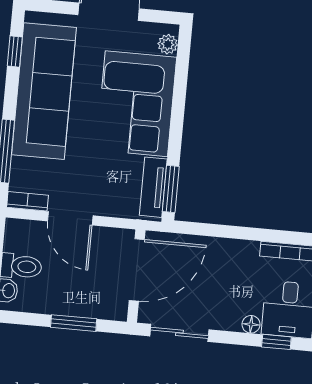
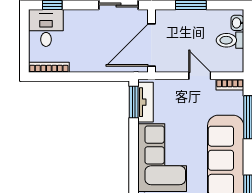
door: (70, 218) -> (200, 76), width x0.73
floor lamp: (251, 324) -> (71, 15), removed

